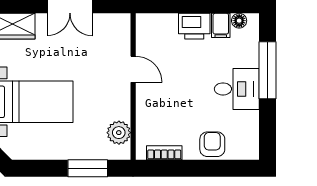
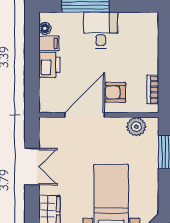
door: (133, 69) -> (85, 115), width x1.87
armchair: (212, 144) -> (115, 92), moved

